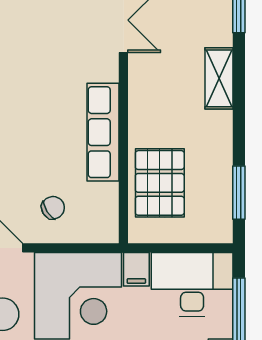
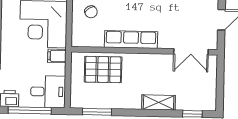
desk: (192, 284) -> (48, 92), width x0.73

